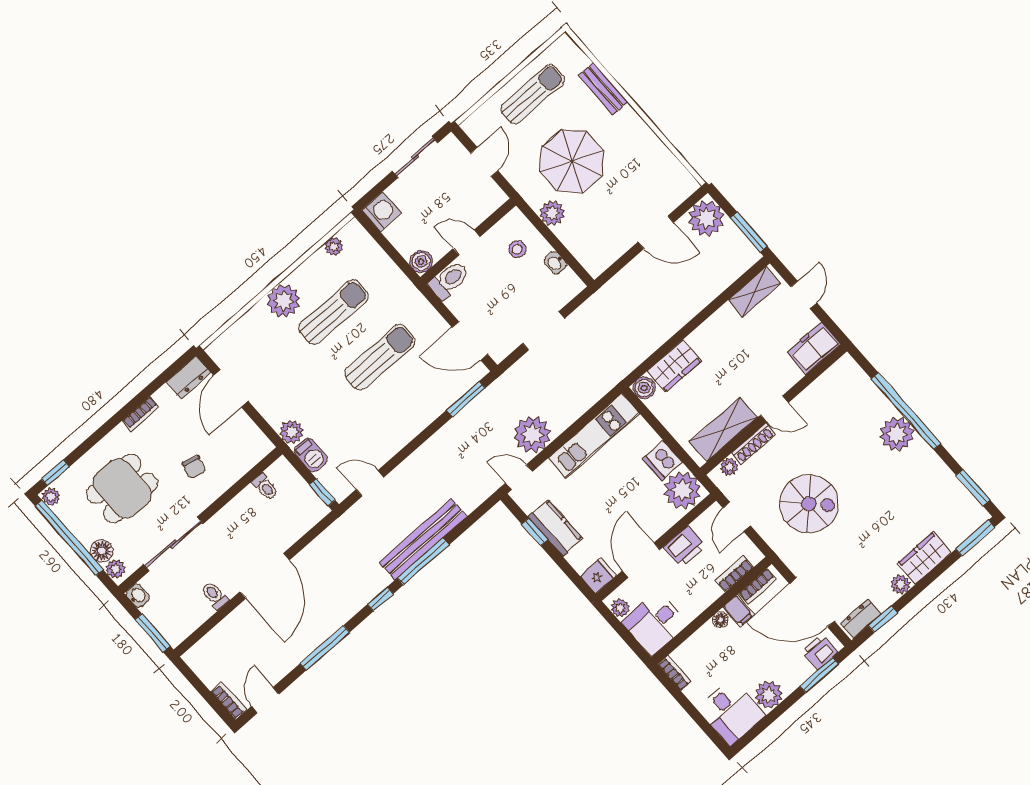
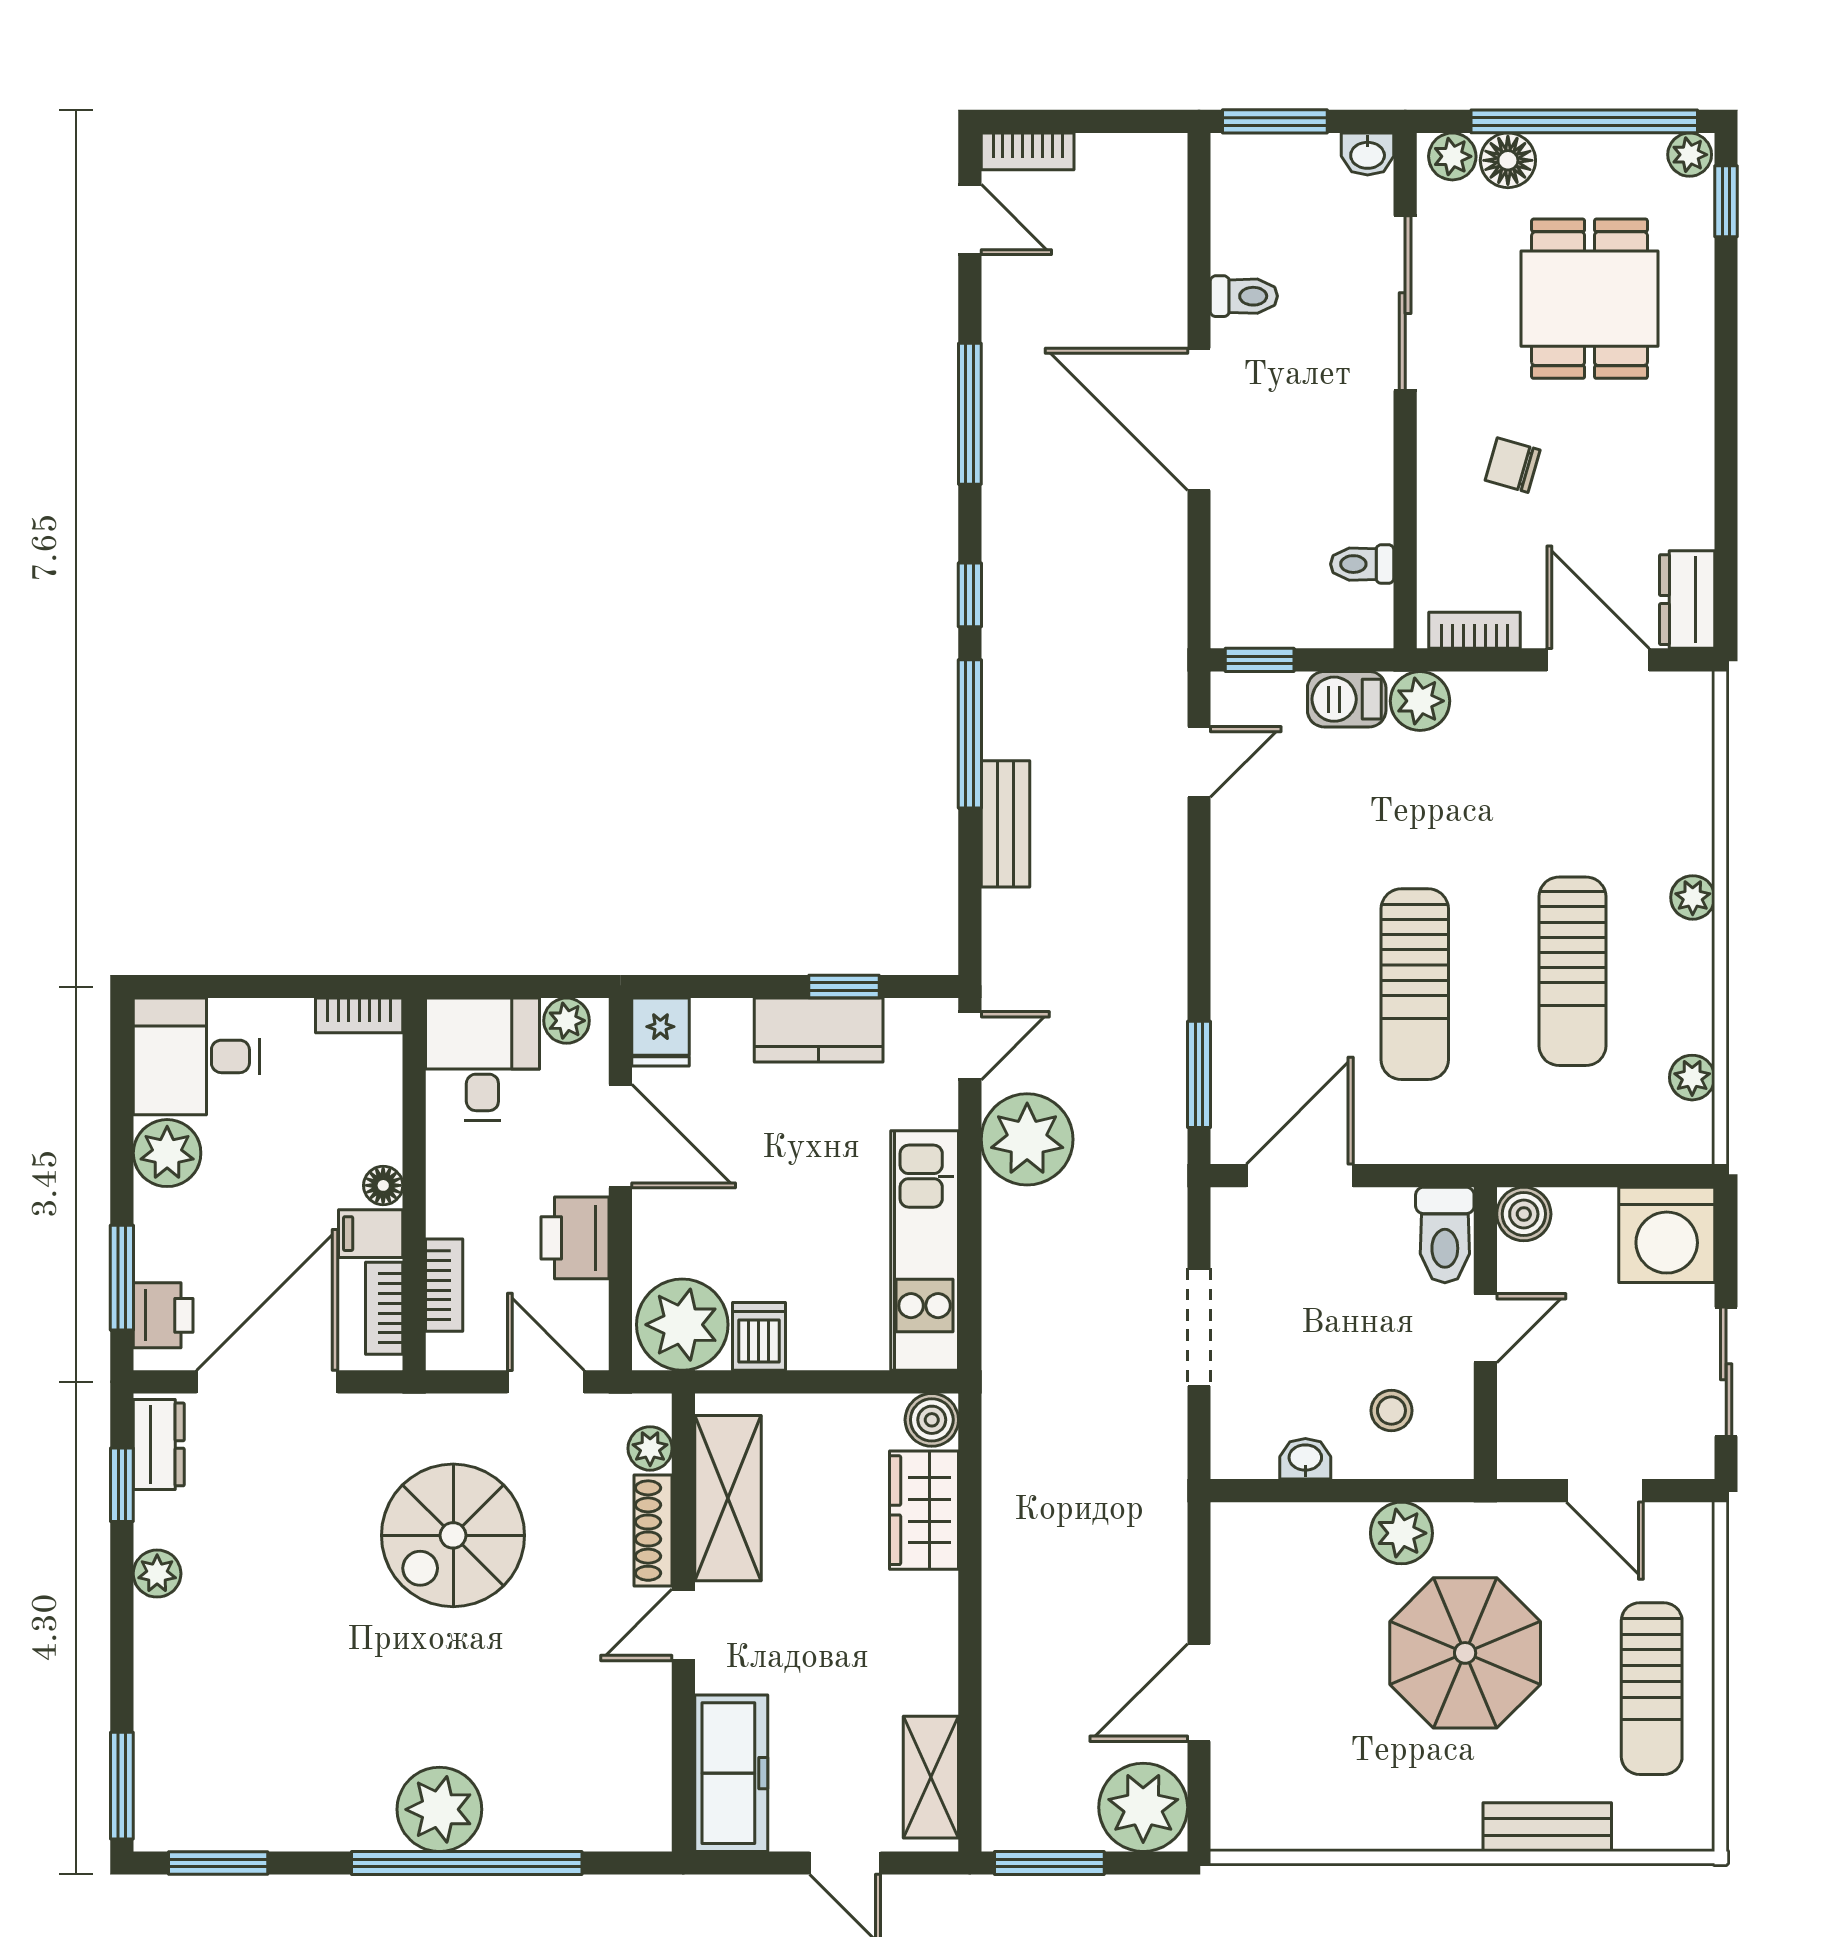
washing machine: (382, 212) -> (1667, 1235), width x1.37, depth x1.37
plant: (283, 301) -> (1693, 897), width x0.53, depth x0.53
freezer: (814, 348) -> (731, 1773), width x1.40
bookcase: (141, 414) -> (1474, 630), moved, turned 90
dishwasher: (662, 461) -> (759, 1336), width x0.73
bench: (423, 539) -> (1005, 824), width x0.54, depth x0.82
wardrobe: (924, 558) -> (167, 1661), removed

